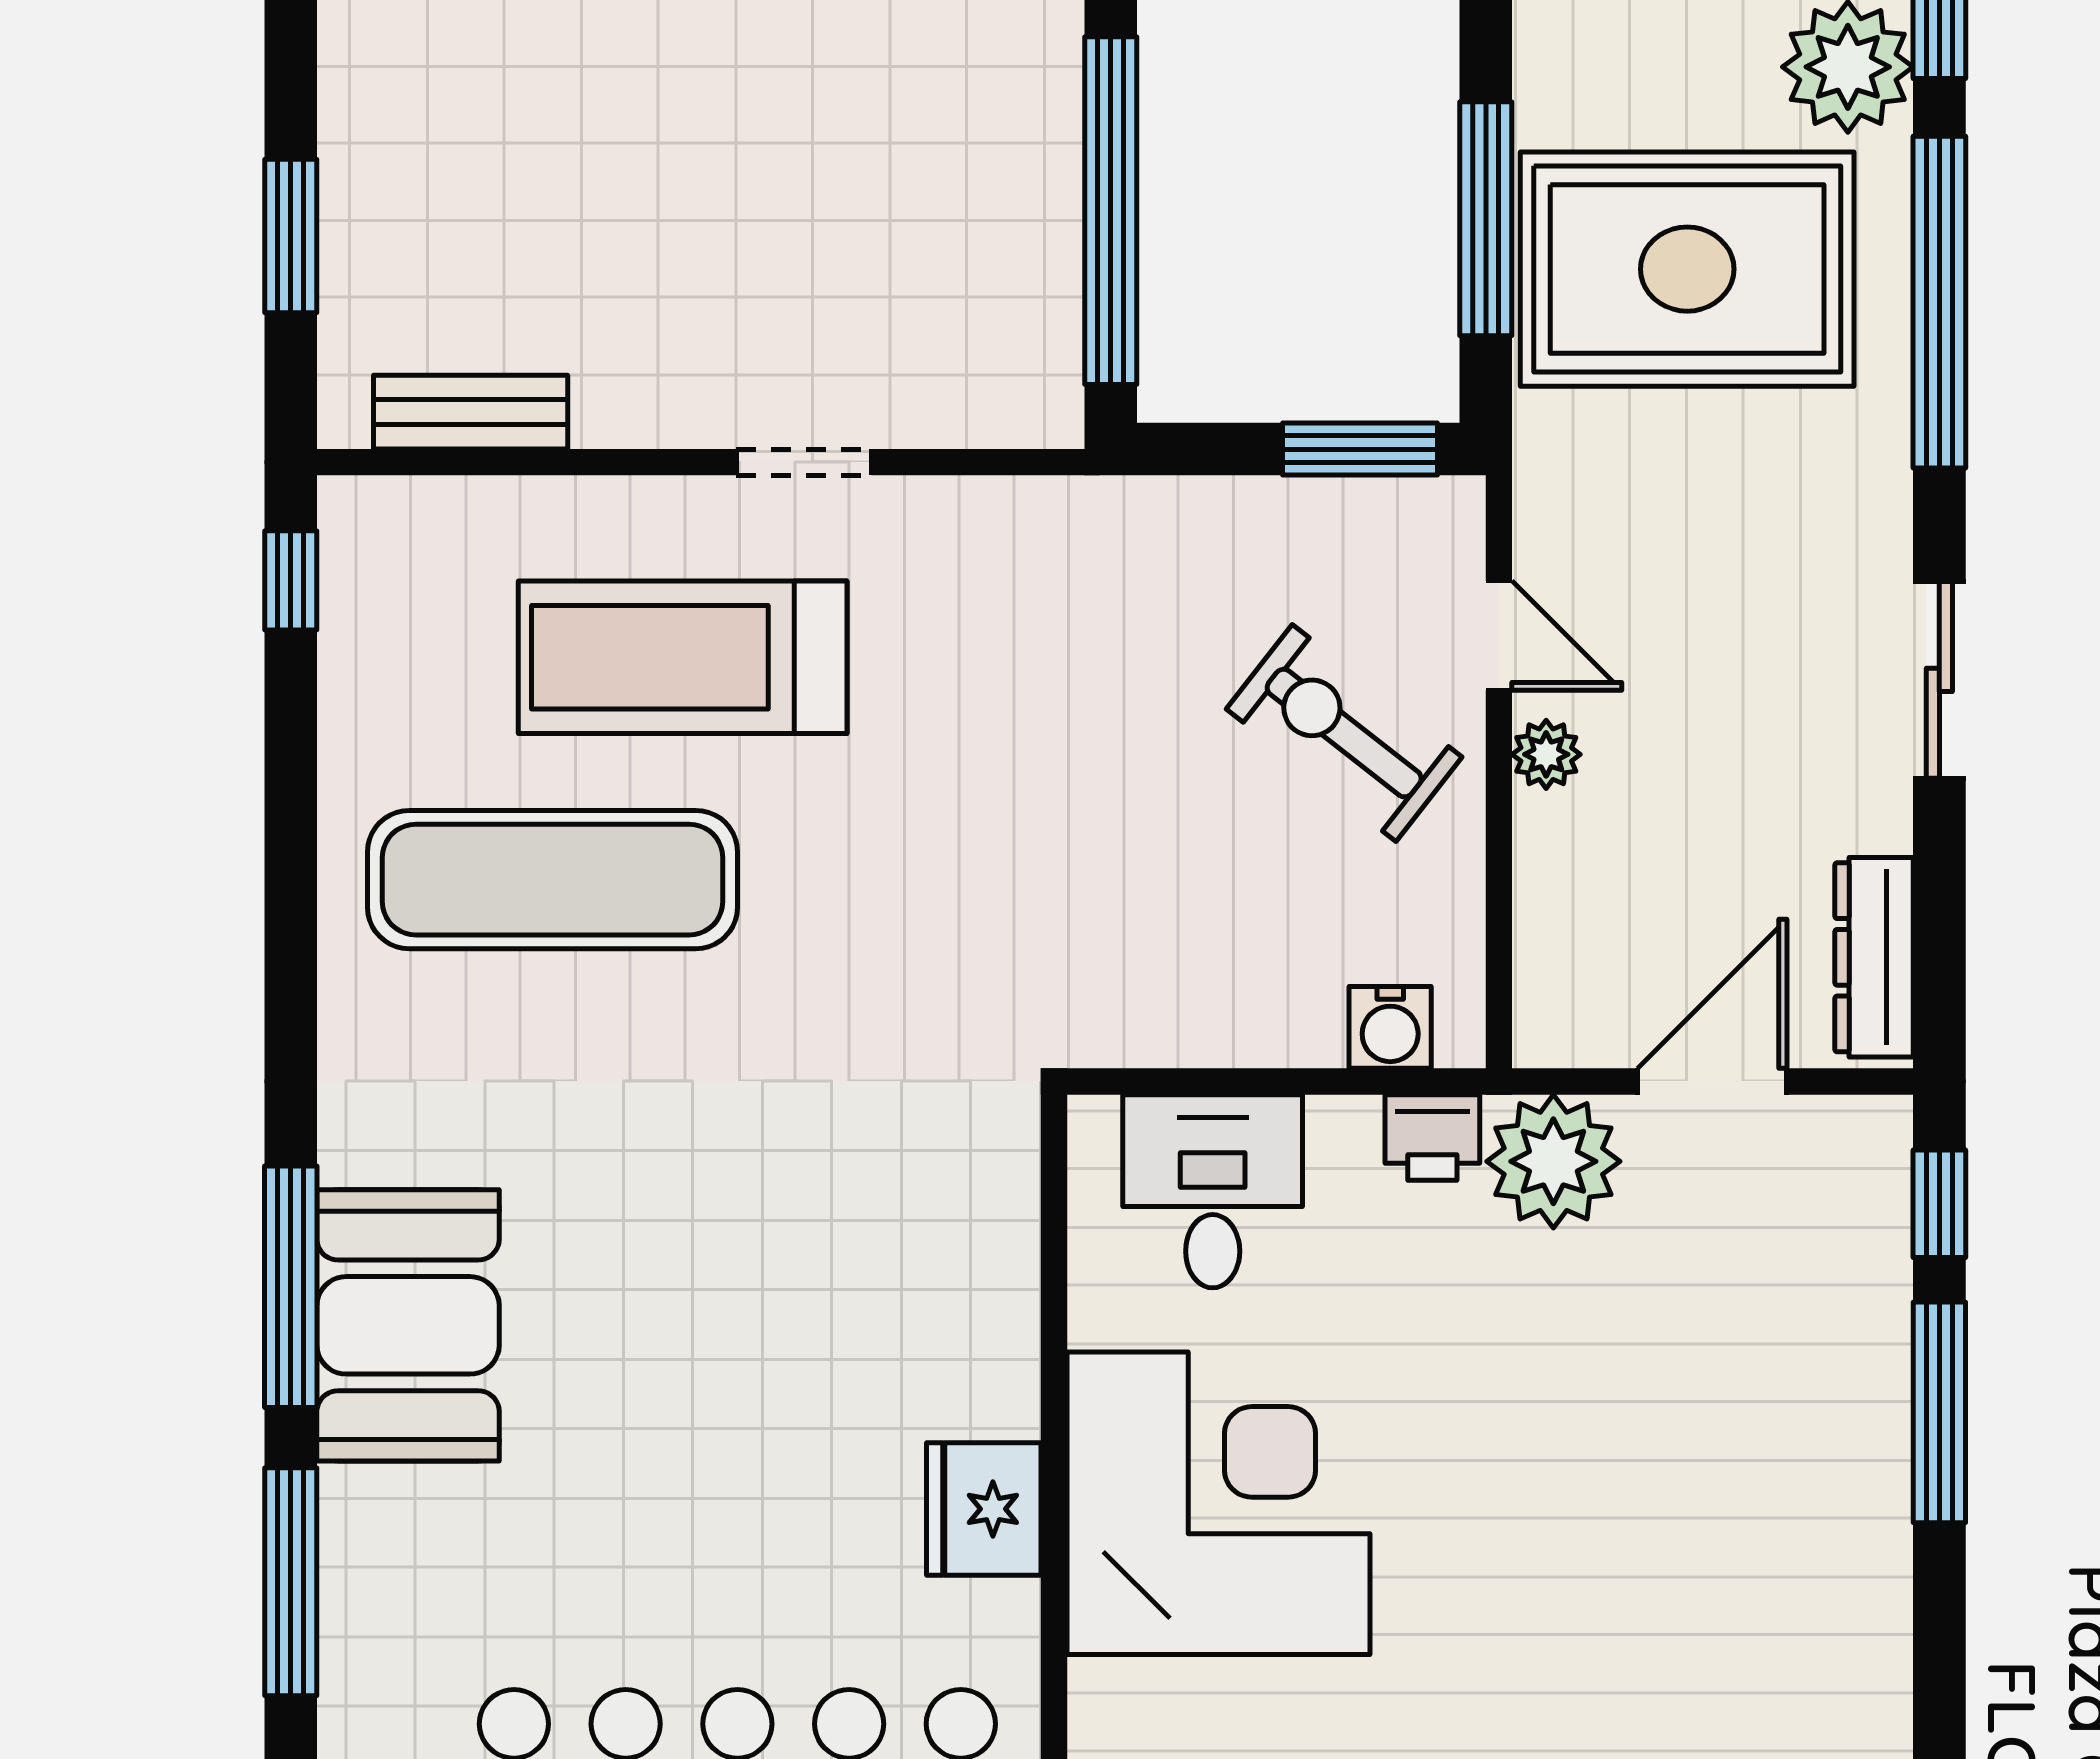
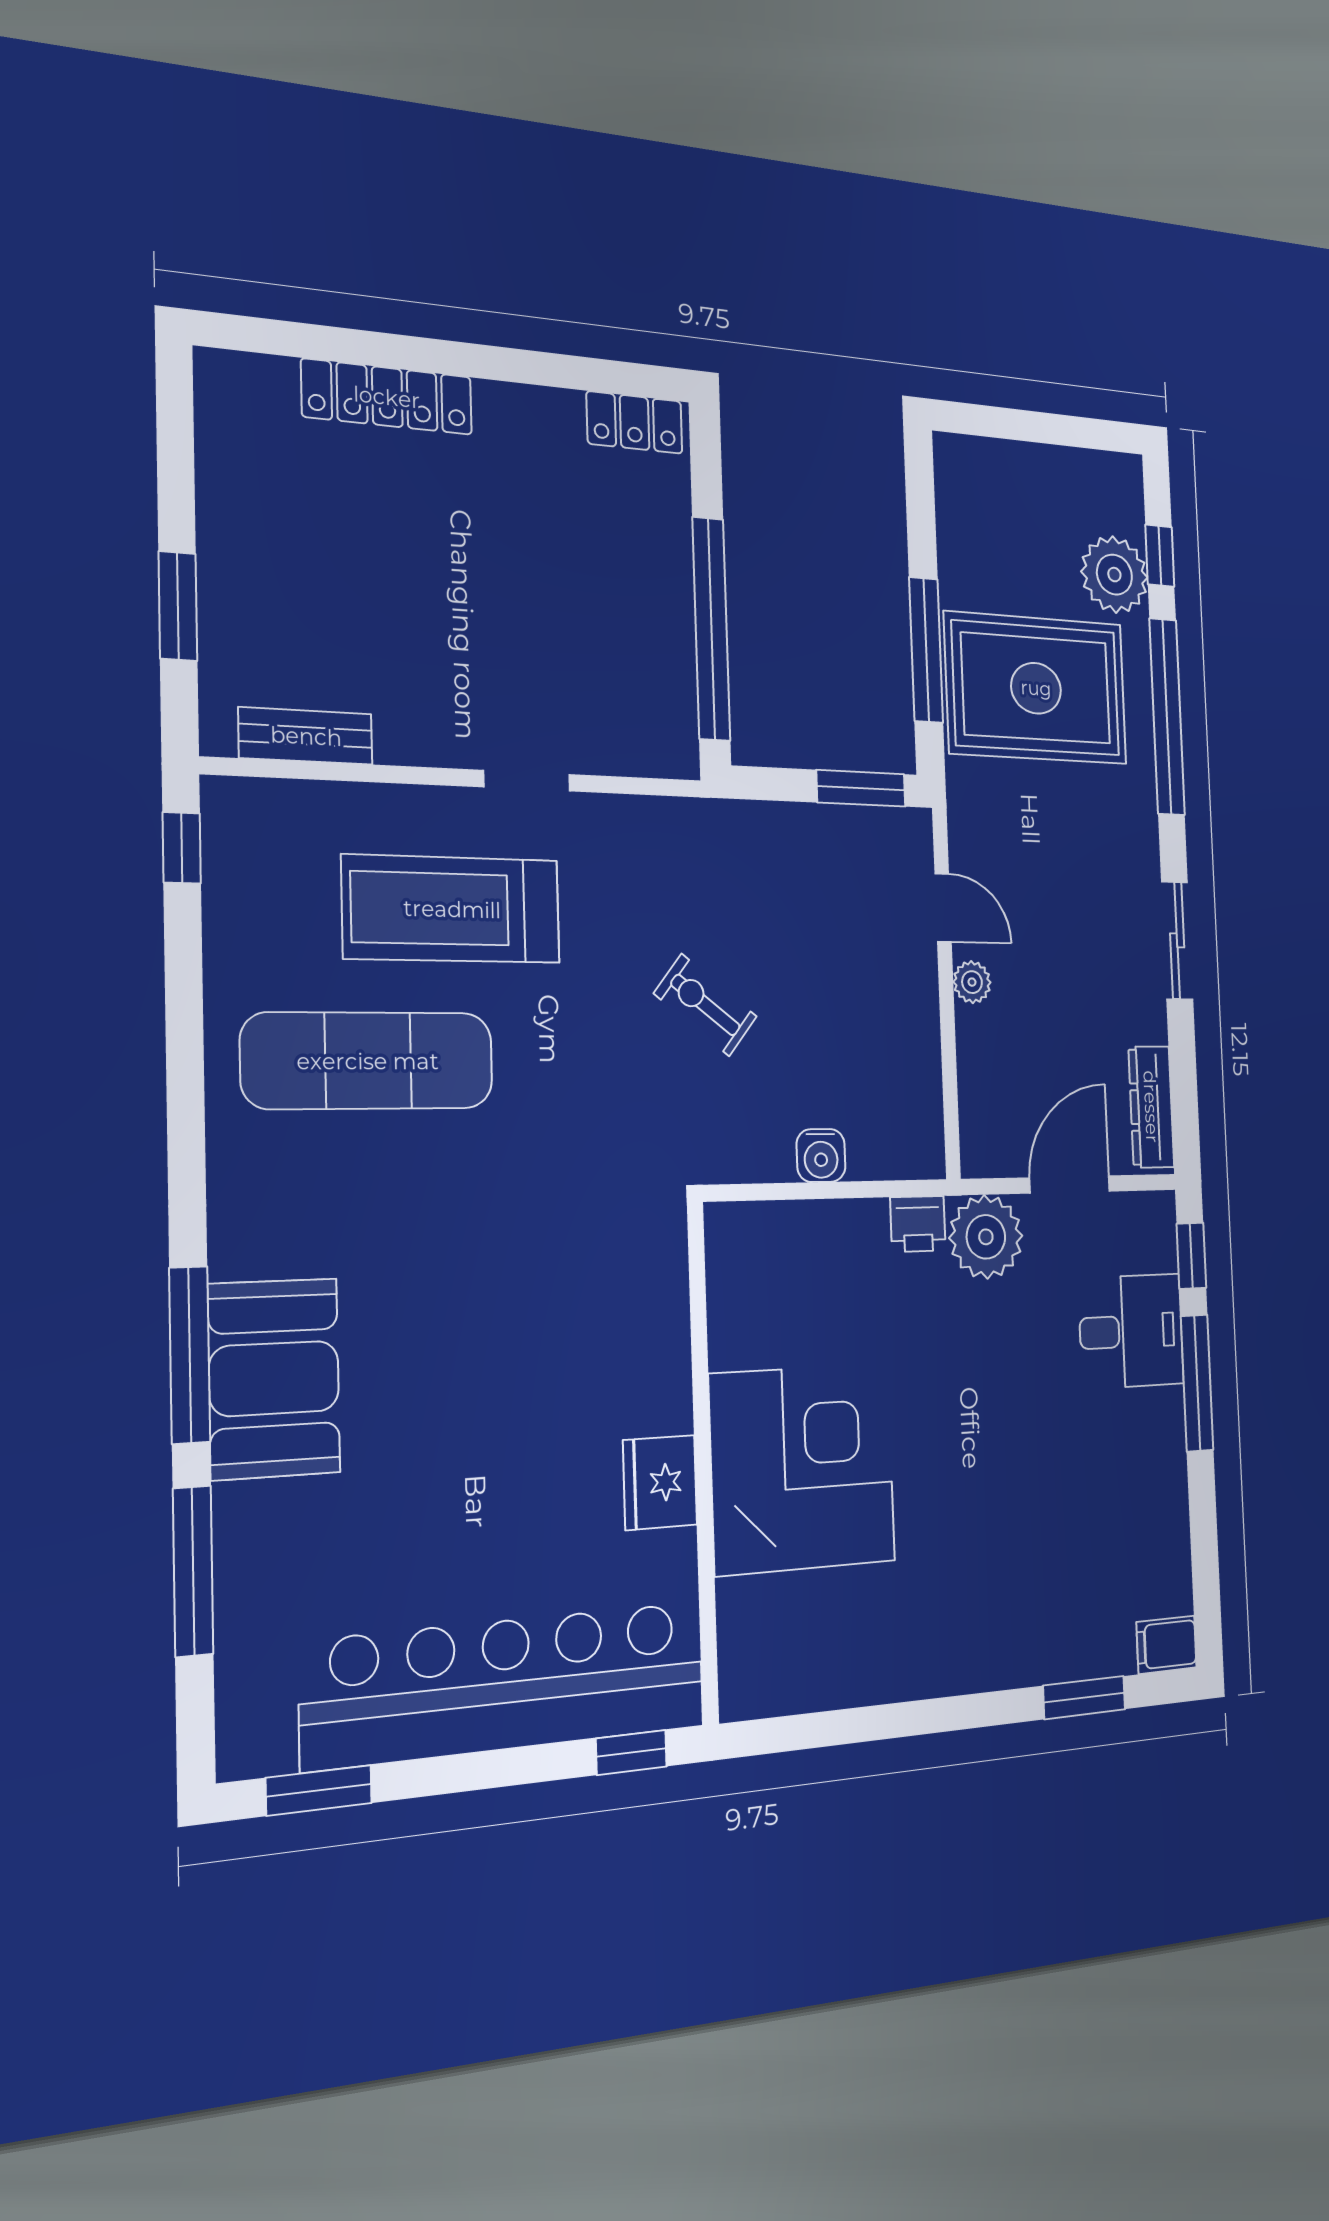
exercise bike: (1344, 733) -> (705, 1005), moved, width x0.73, depth x0.72
water cooler: (1390, 1027) -> (821, 1155), moved
desk: (1213, 1191) -> (1131, 1331), moved, turned 90

